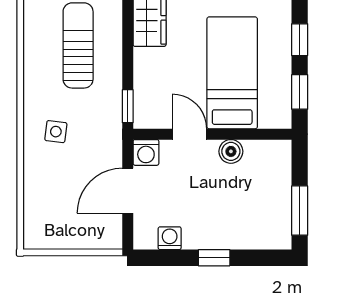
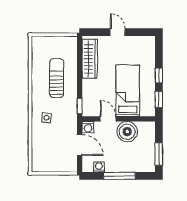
boiler: (231, 151) -> (127, 132), width x1.86, depth x1.86
door: (128, 191) -> (80, 145), swing flipped
window: (214, 258) -> (119, 176), width x2.17

